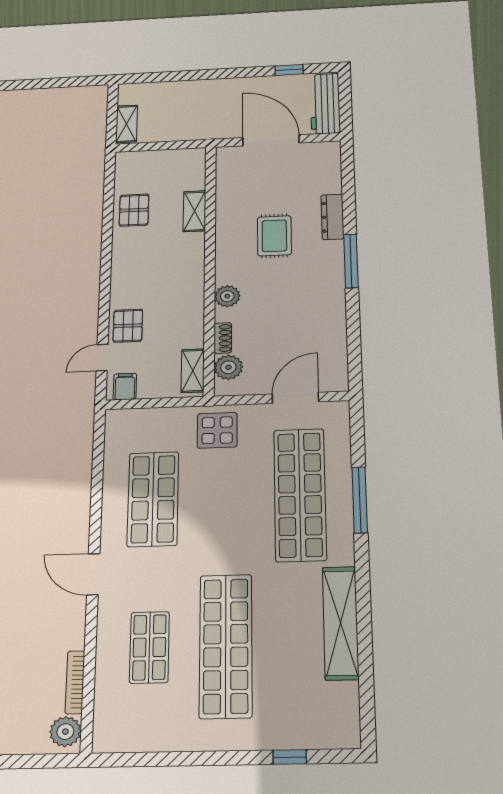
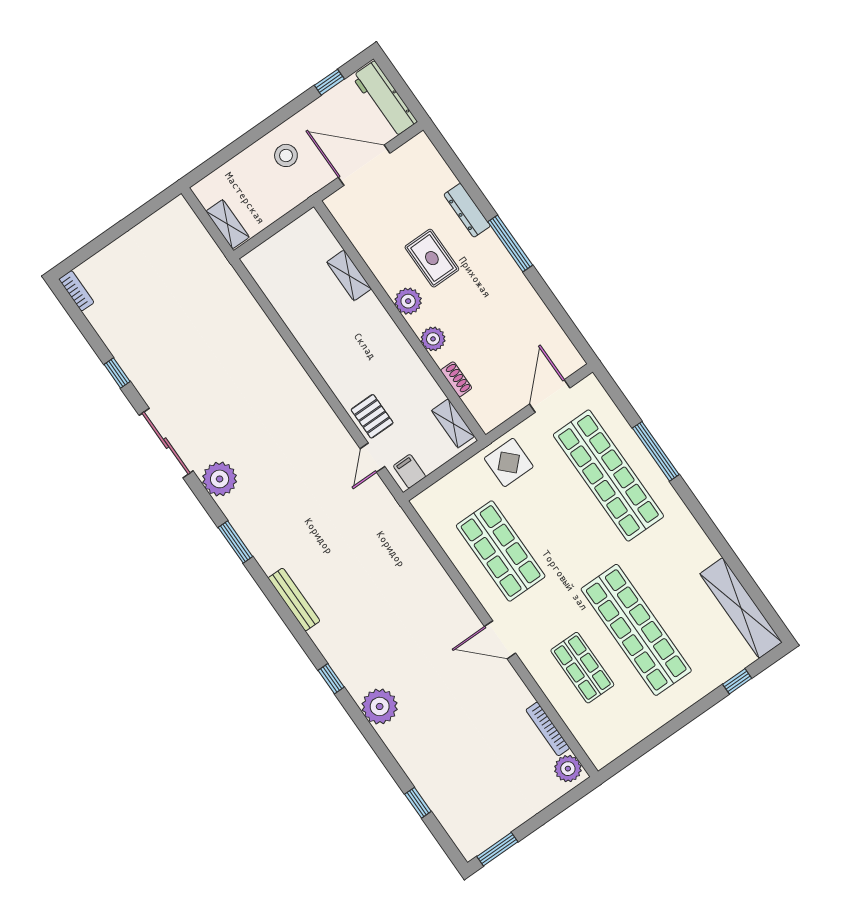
stool: (213, 101) -> (286, 155), added
pallet: (134, 210) -> (297, 306), removed
plant: (228, 367) -> (408, 301), moved
shelving: (340, 623) -> (741, 608), moved

